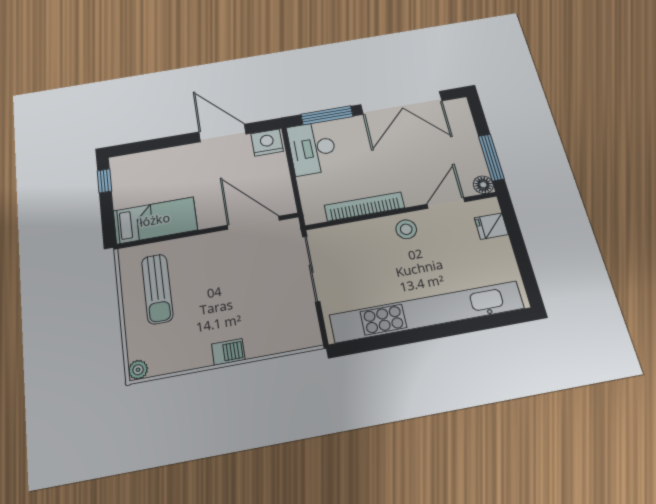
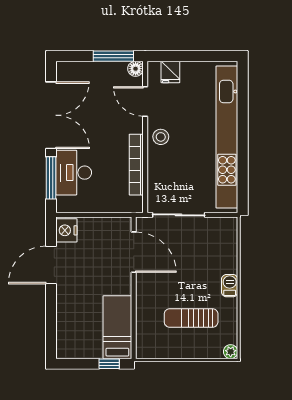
desk: (312, 148) -> (74, 173), moved, turned 90
window: (104, 181) -> (109, 364), moved
door: (253, 223) -> (134, 252), swing flipped
sun lounger: (157, 289) -> (191, 318), moved, turned 180

